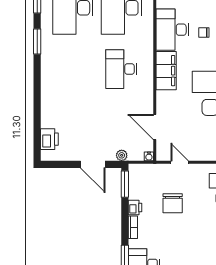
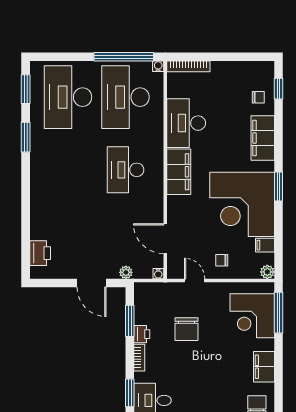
chair: (204, 32) -> (222, 260), moved
window: (125, 184) -> (130, 321), moved

